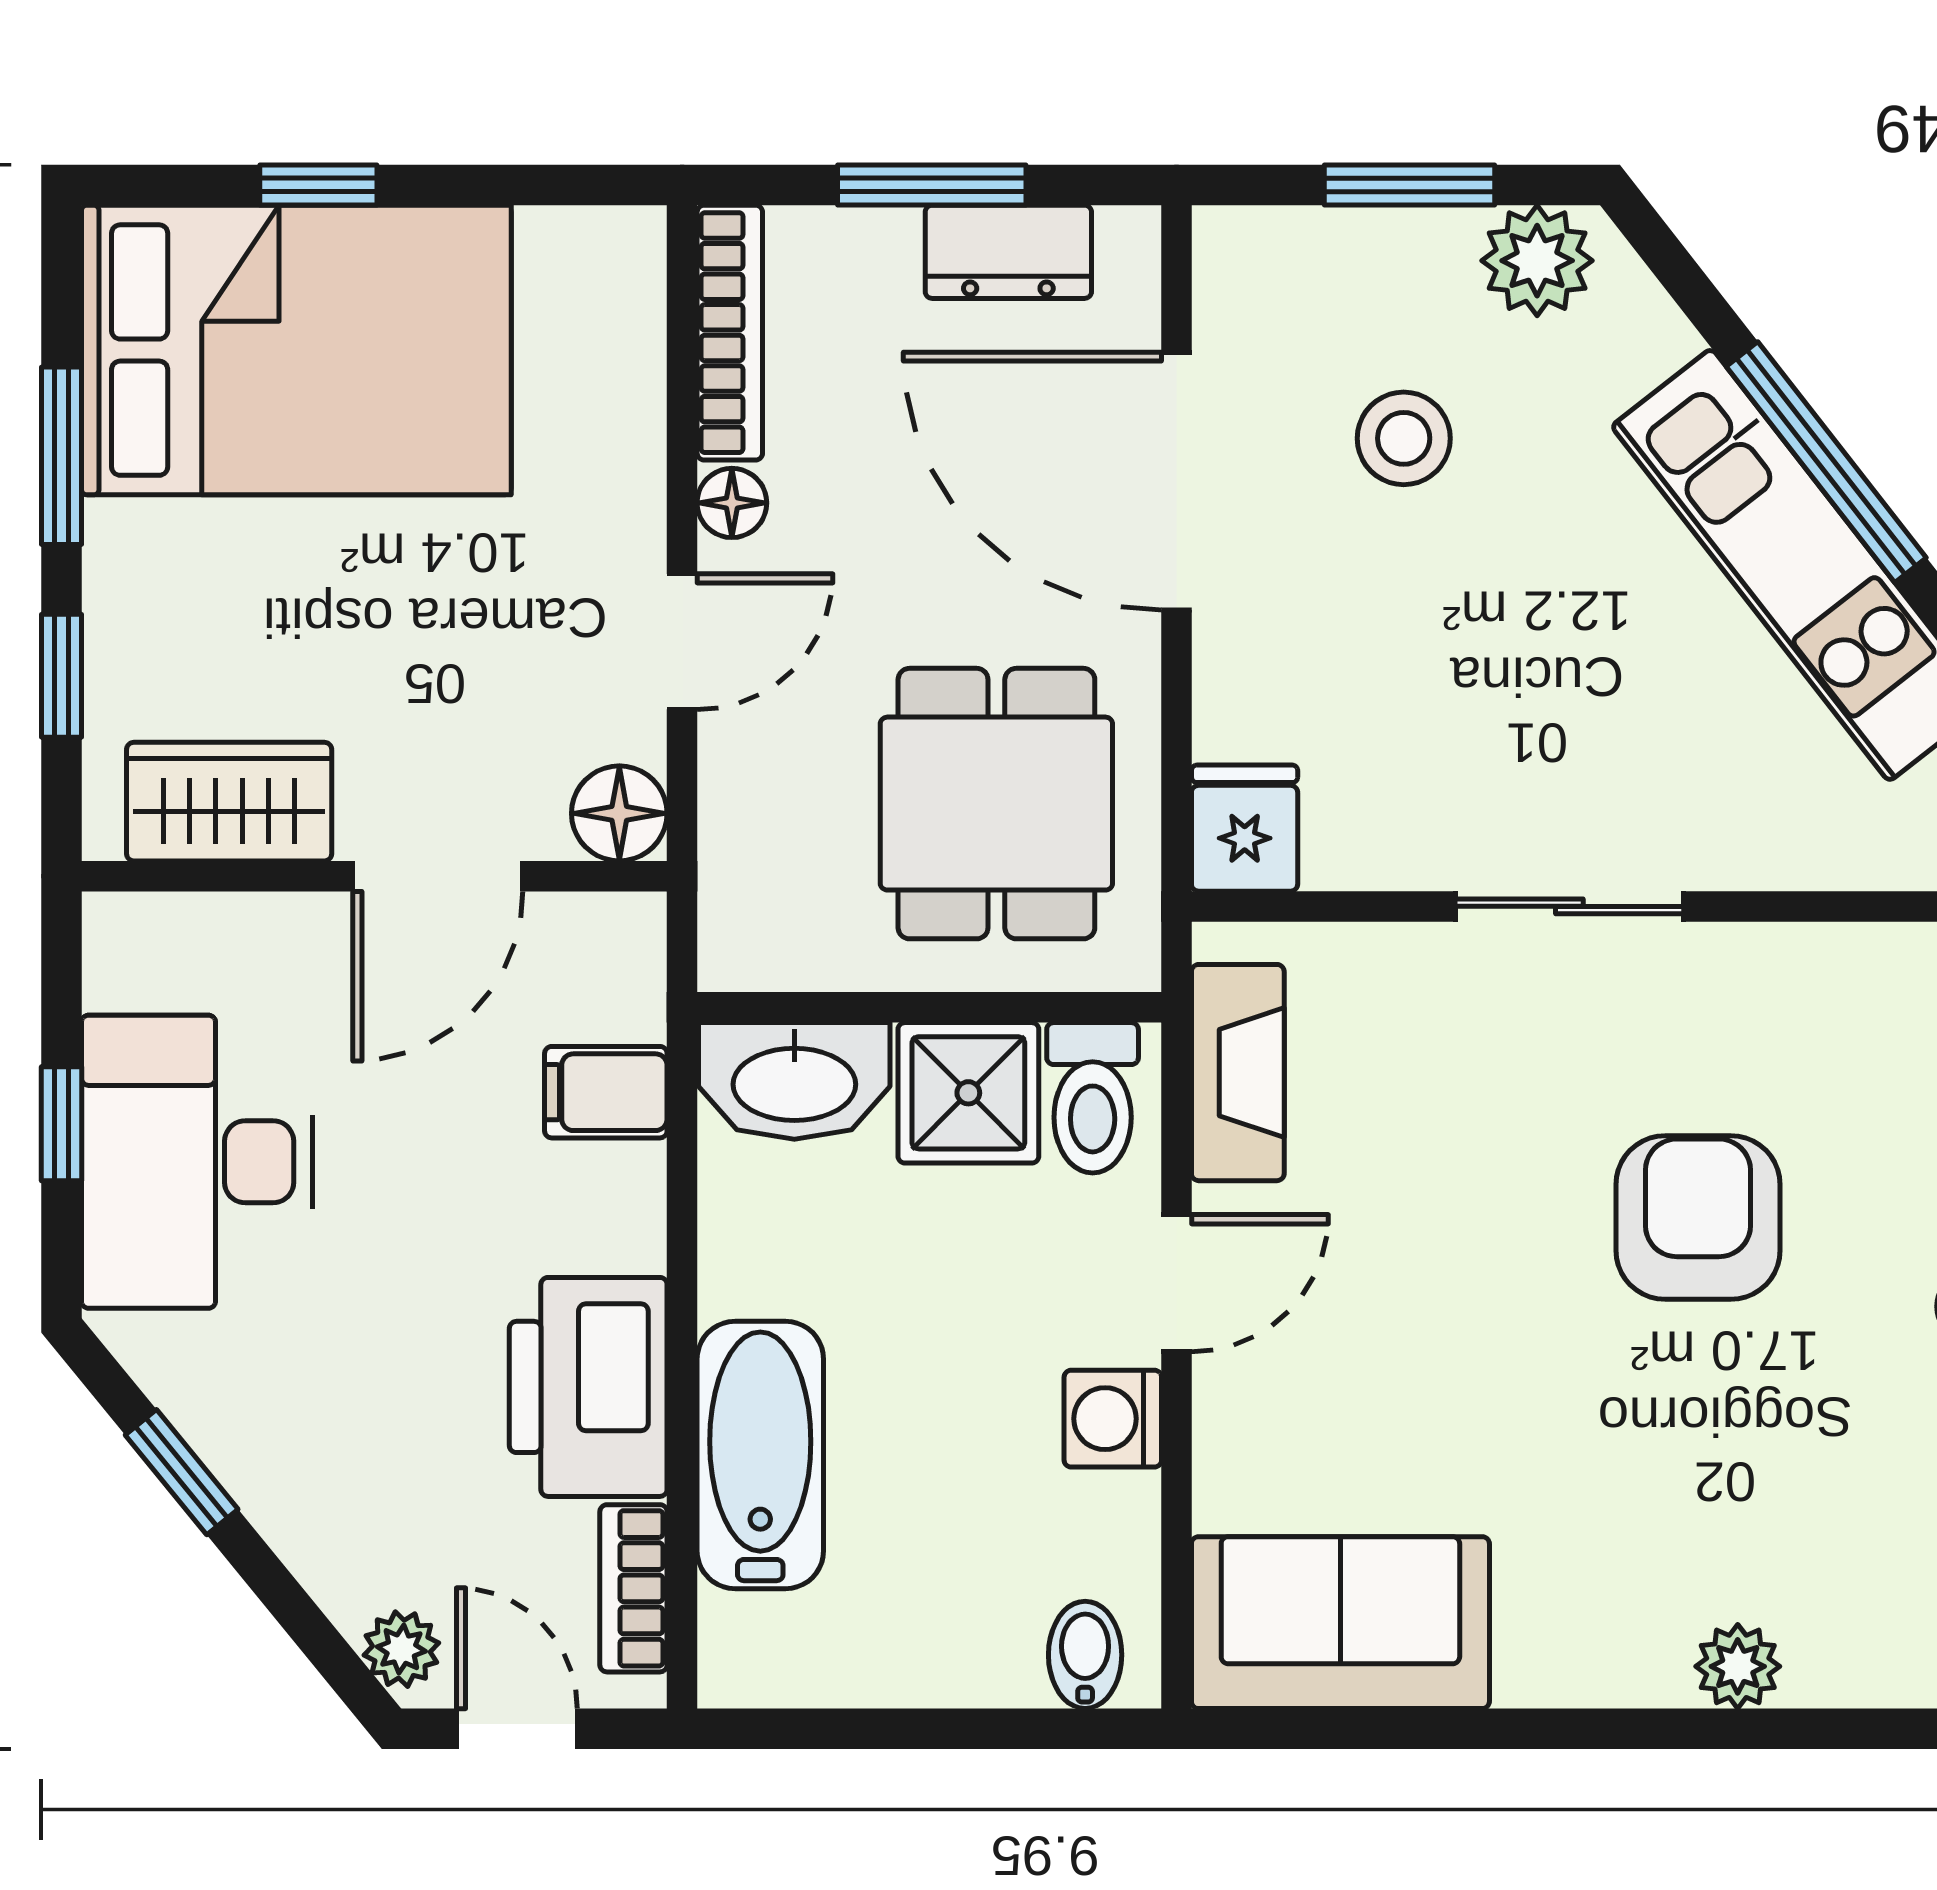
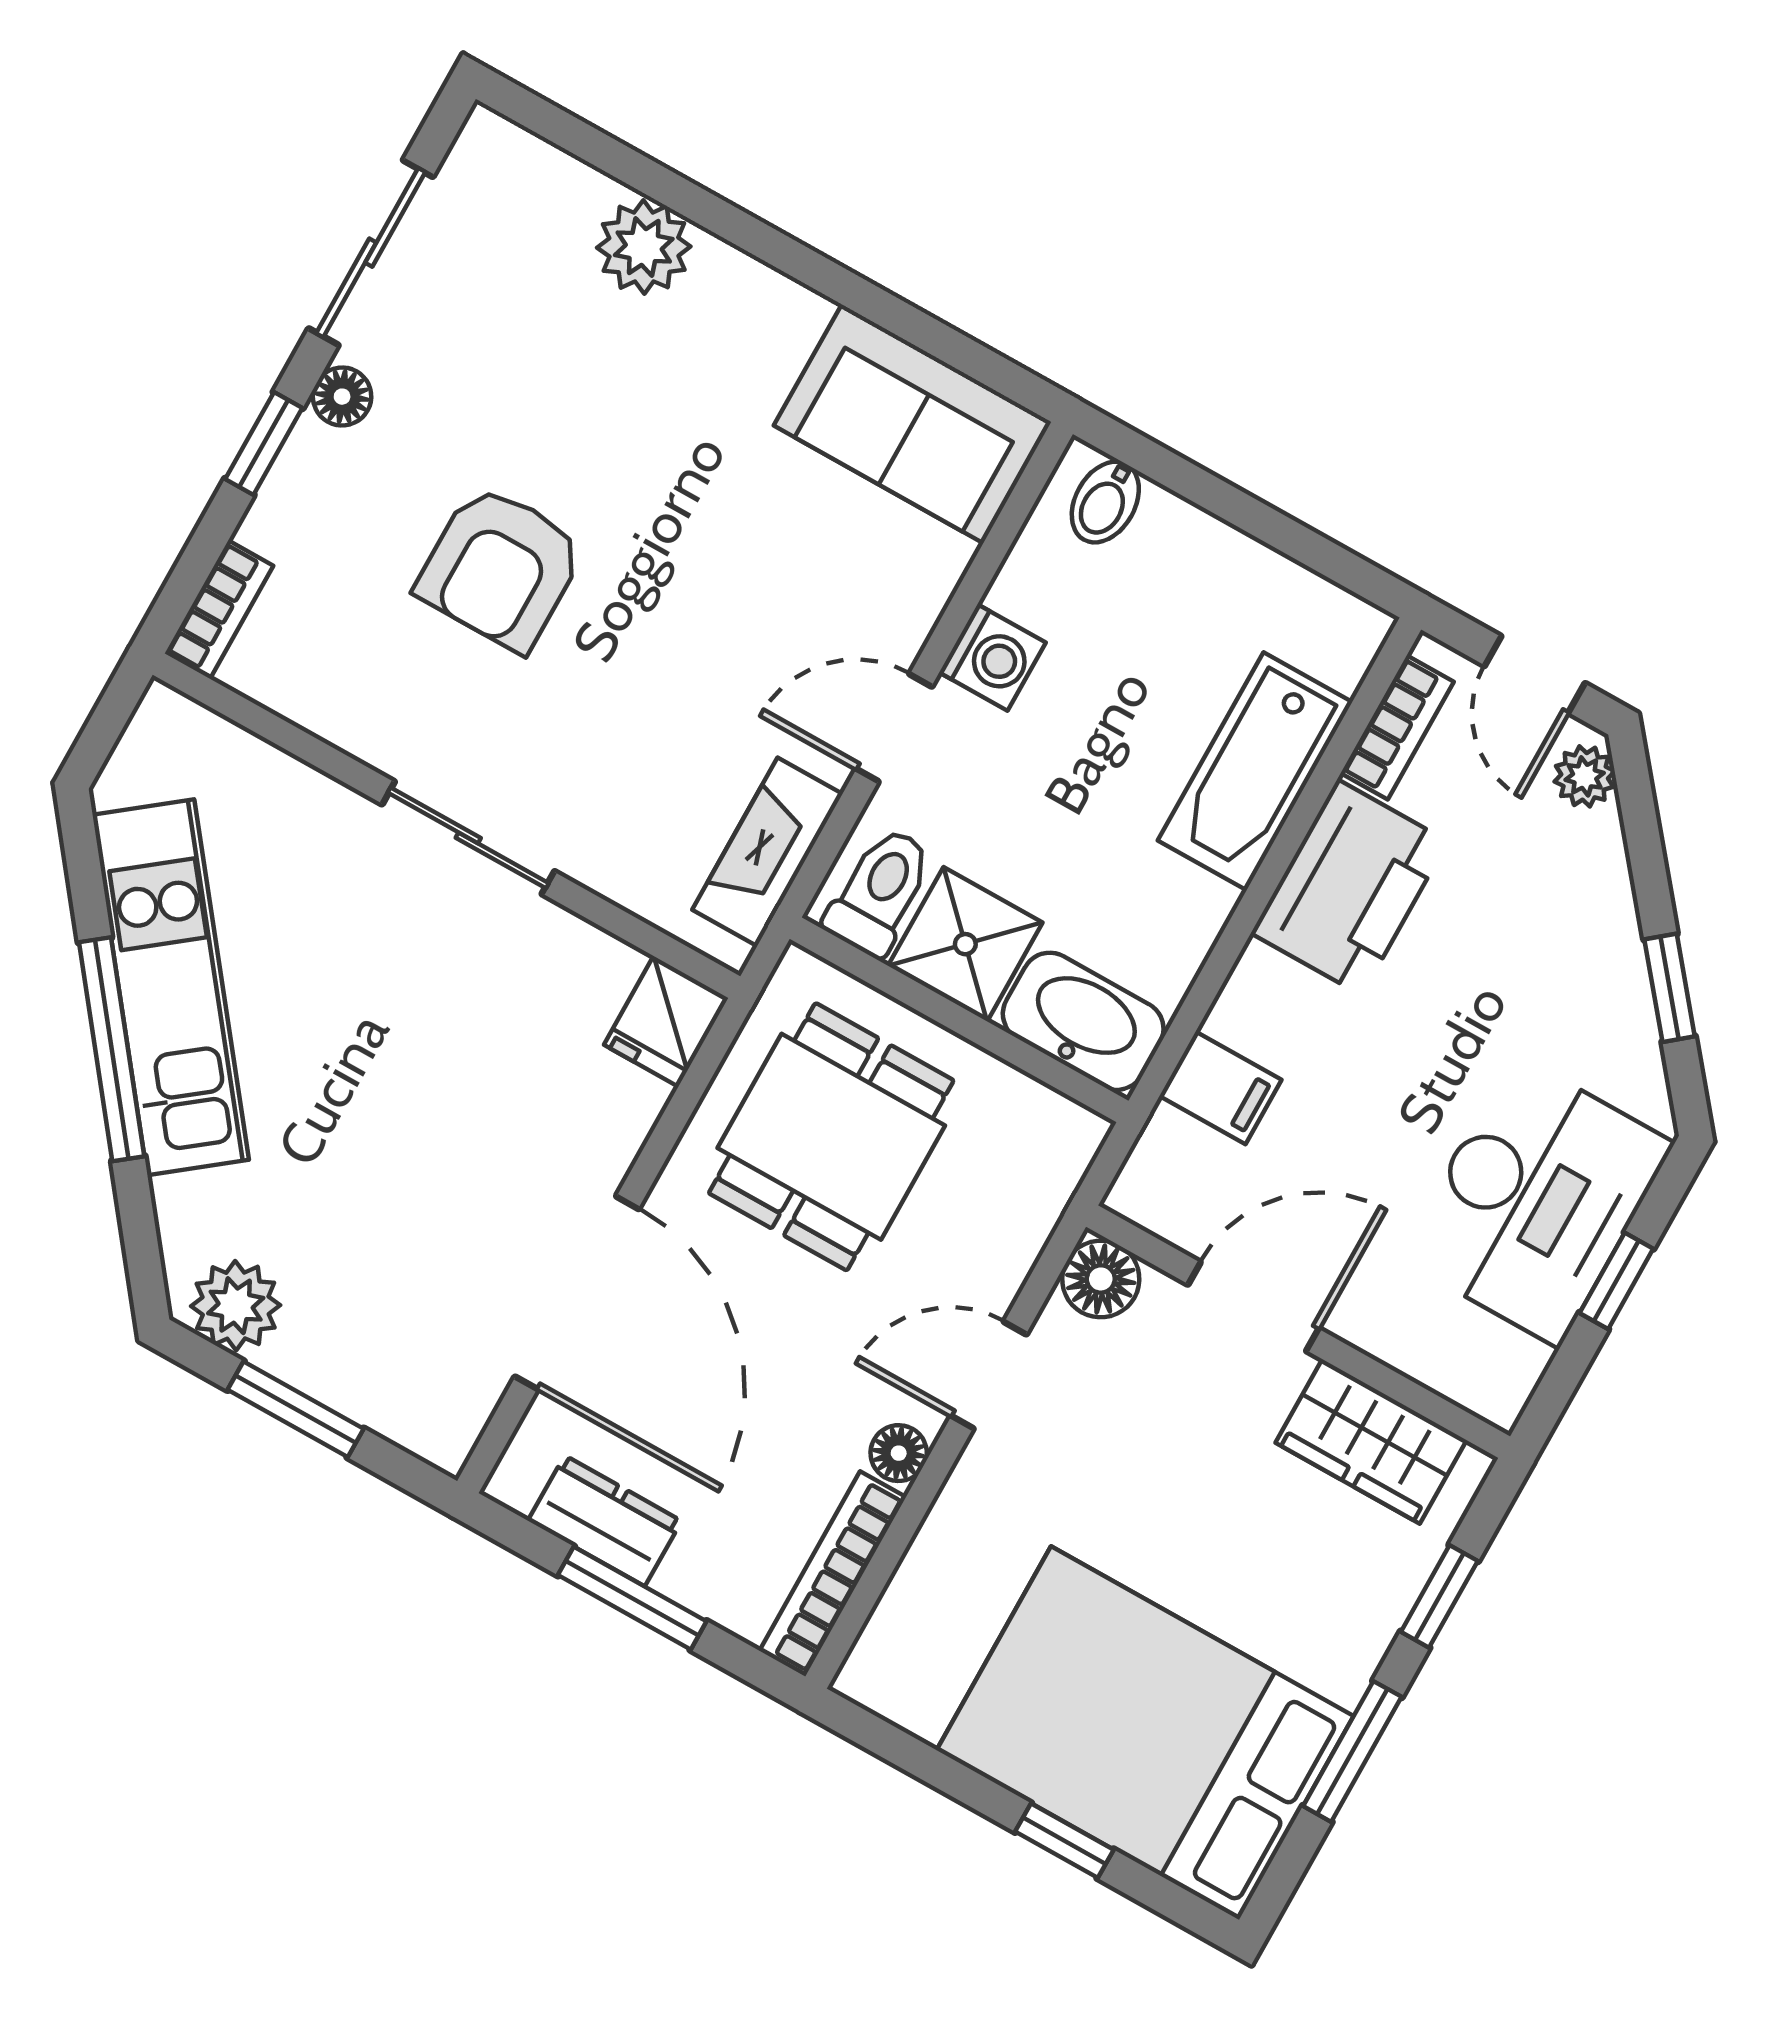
stool: (1404, 438) -> (400, 1233), removed
plant: (1738, 1666) -> (644, 247), width x1.38, depth x1.38

